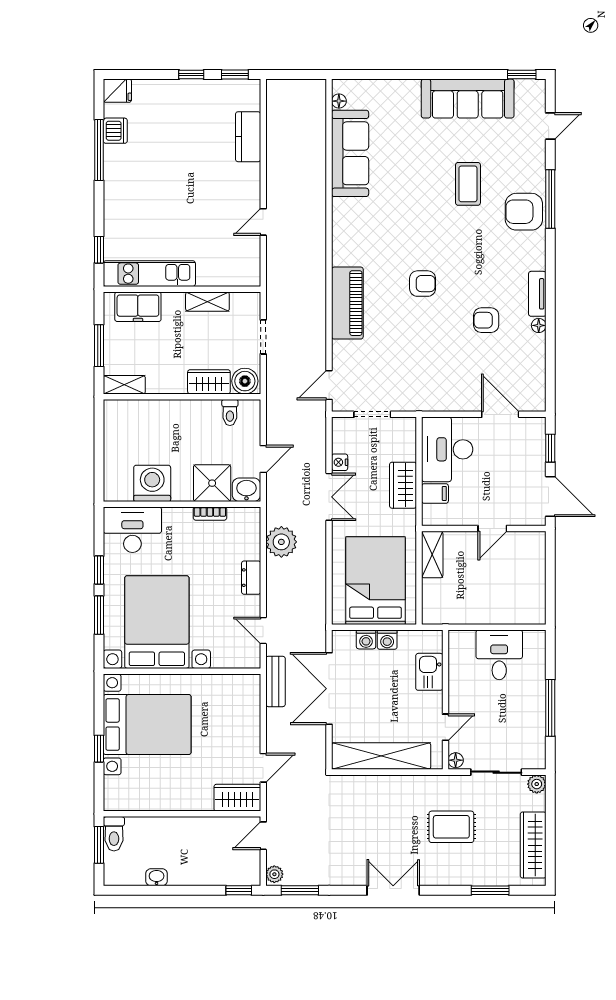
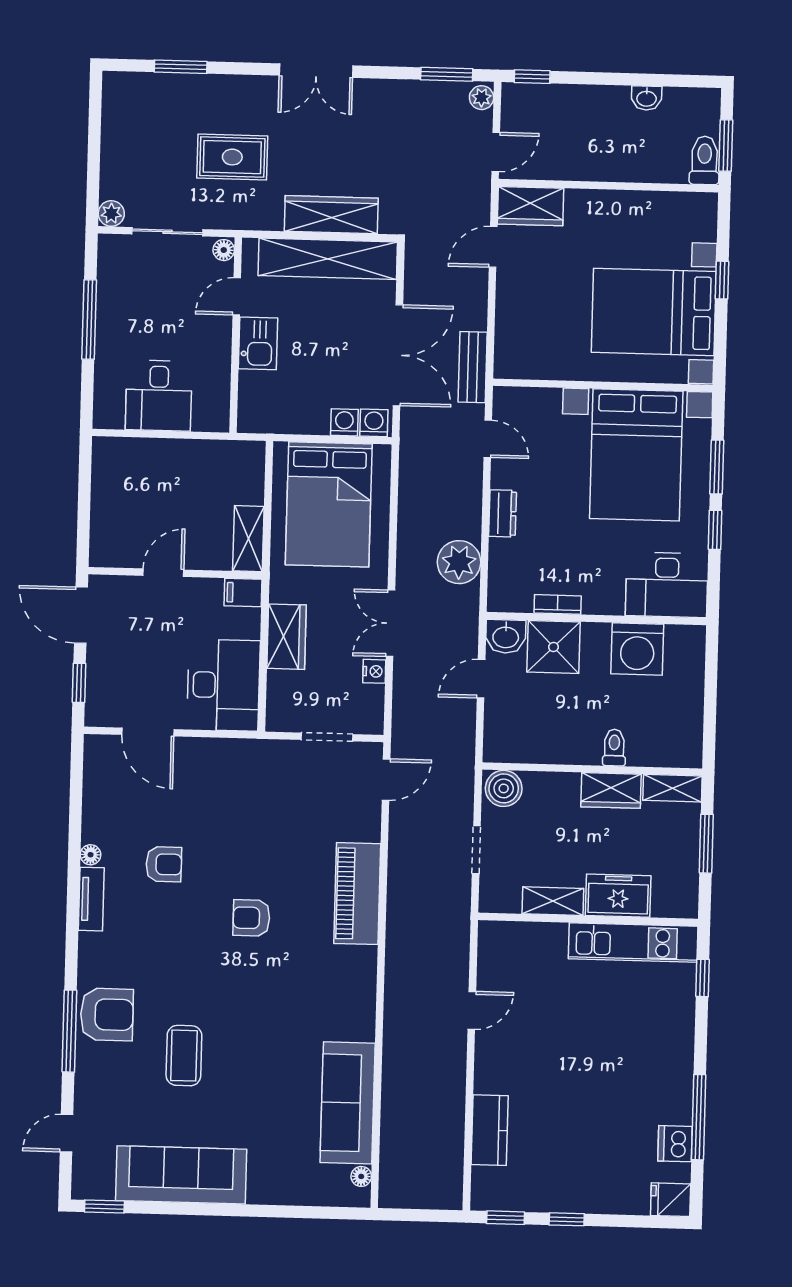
freezer: (138, 307) -> (618, 896), moved
wardrobe: (209, 382) -> (611, 790), moved
toilet: (230, 413) -> (614, 748), moved
filing cabinet: (435, 493) -> (243, 593), moved
washing machine: (387, 640) -> (374, 423), moved
kitchen sink: (429, 672) -> (258, 343), moved
wardrobe: (533, 845) -> (331, 215), moved, turned -90

